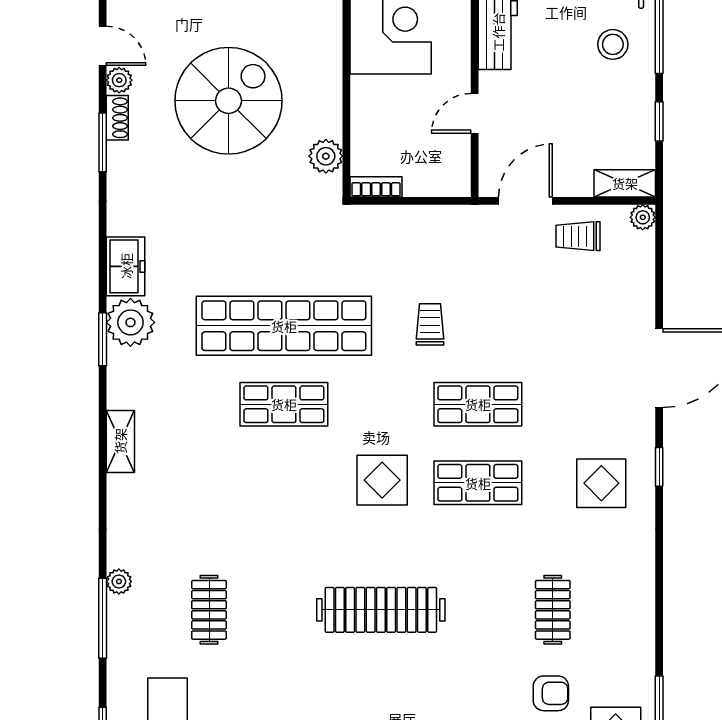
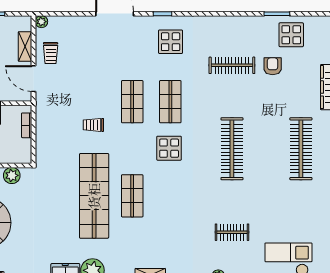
shelving: (625, 183) -> (25, 46), moved
bookcase: (376, 187) -> (27, 125), moved
clothes rail: (553, 610) -> (232, 65), width x1.36

